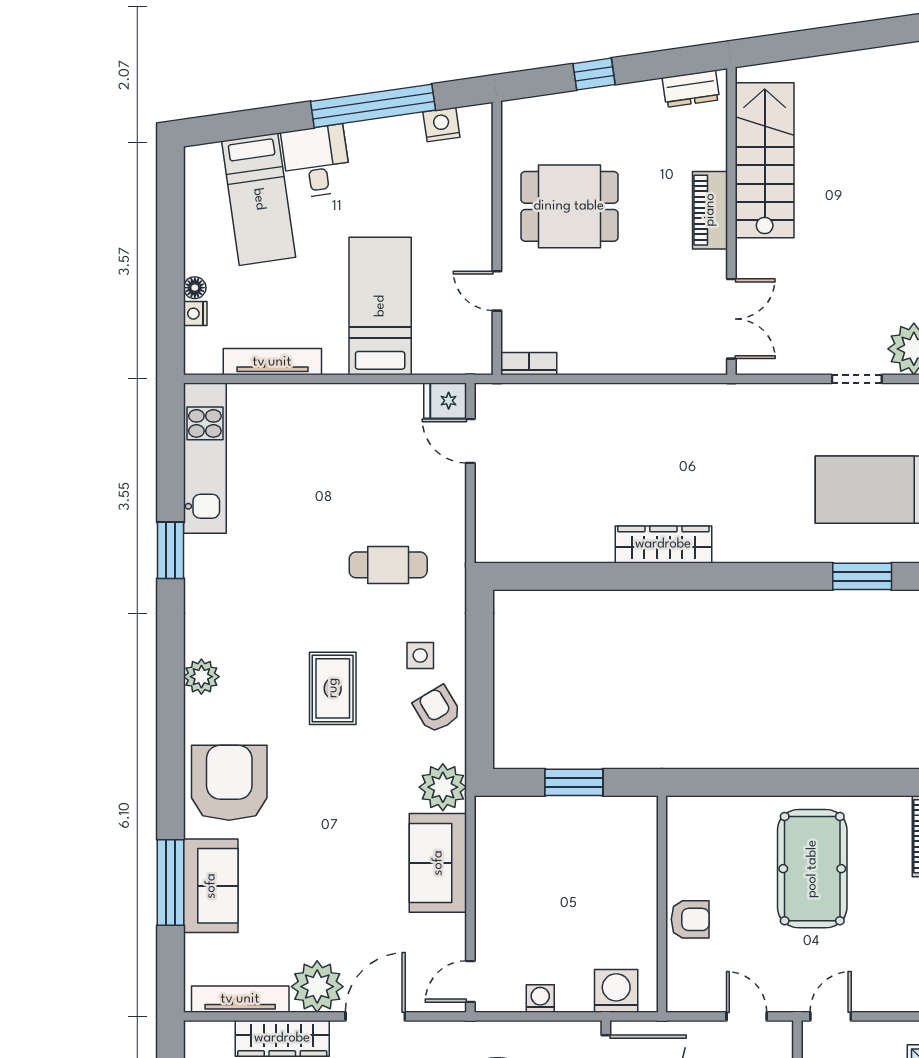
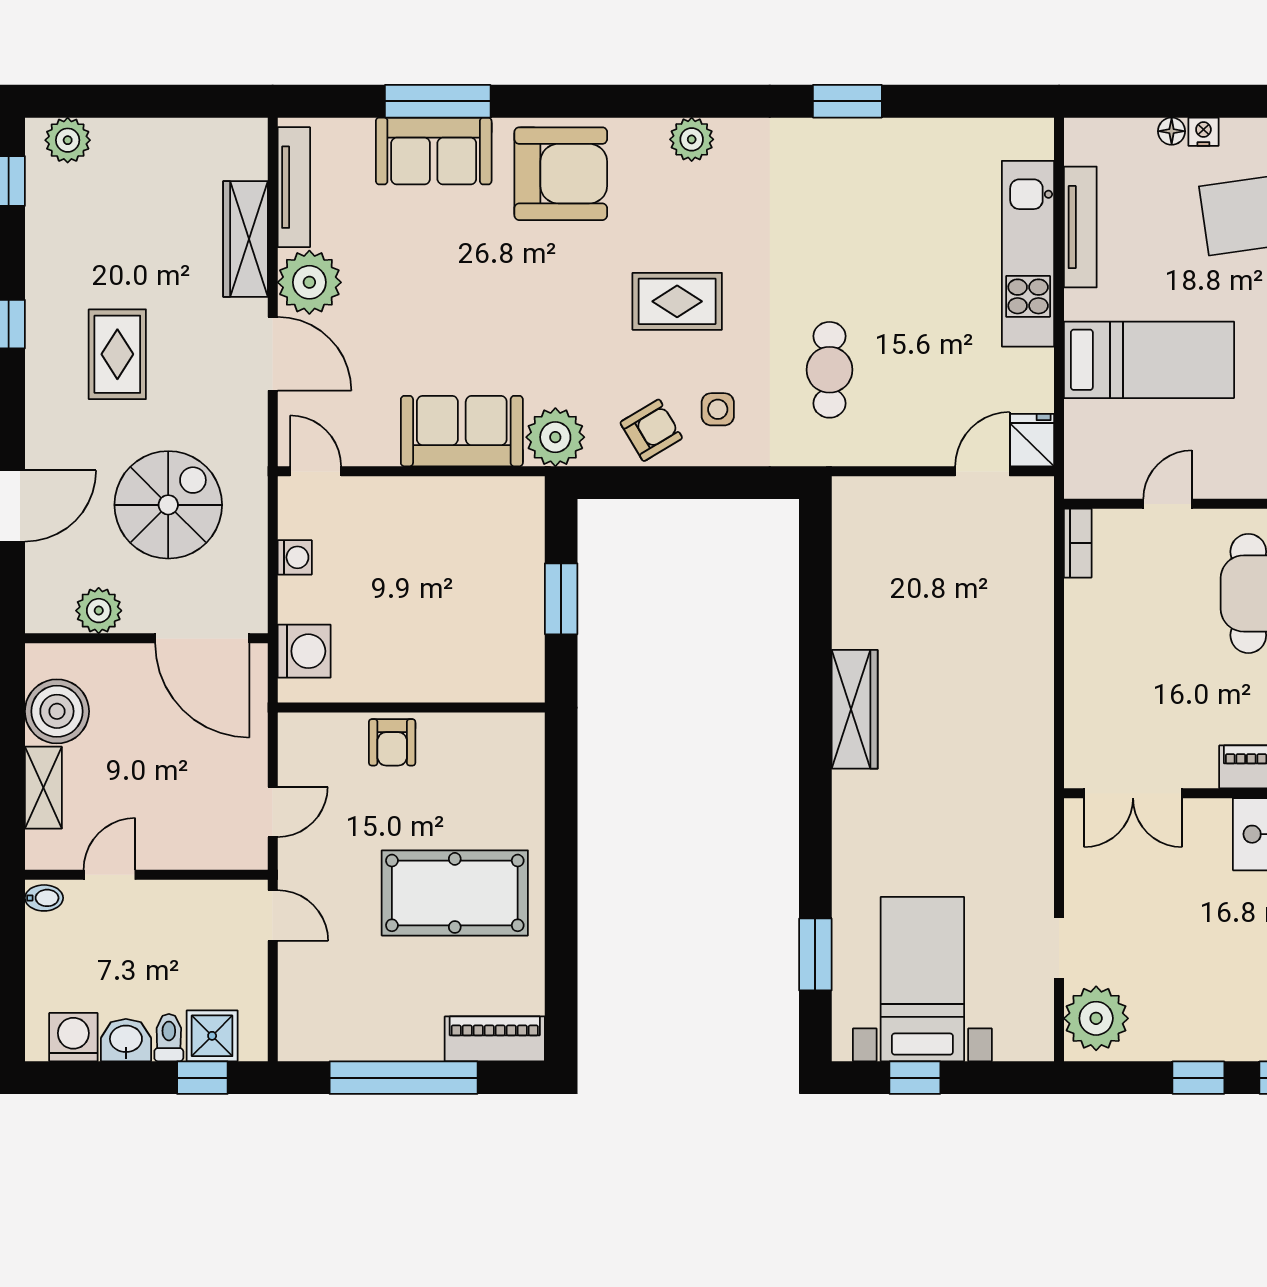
nightstand: (195, 314) -> (1203, 132), moved
kitchen unit: (205, 458) -> (1028, 254), moved, turned 90

